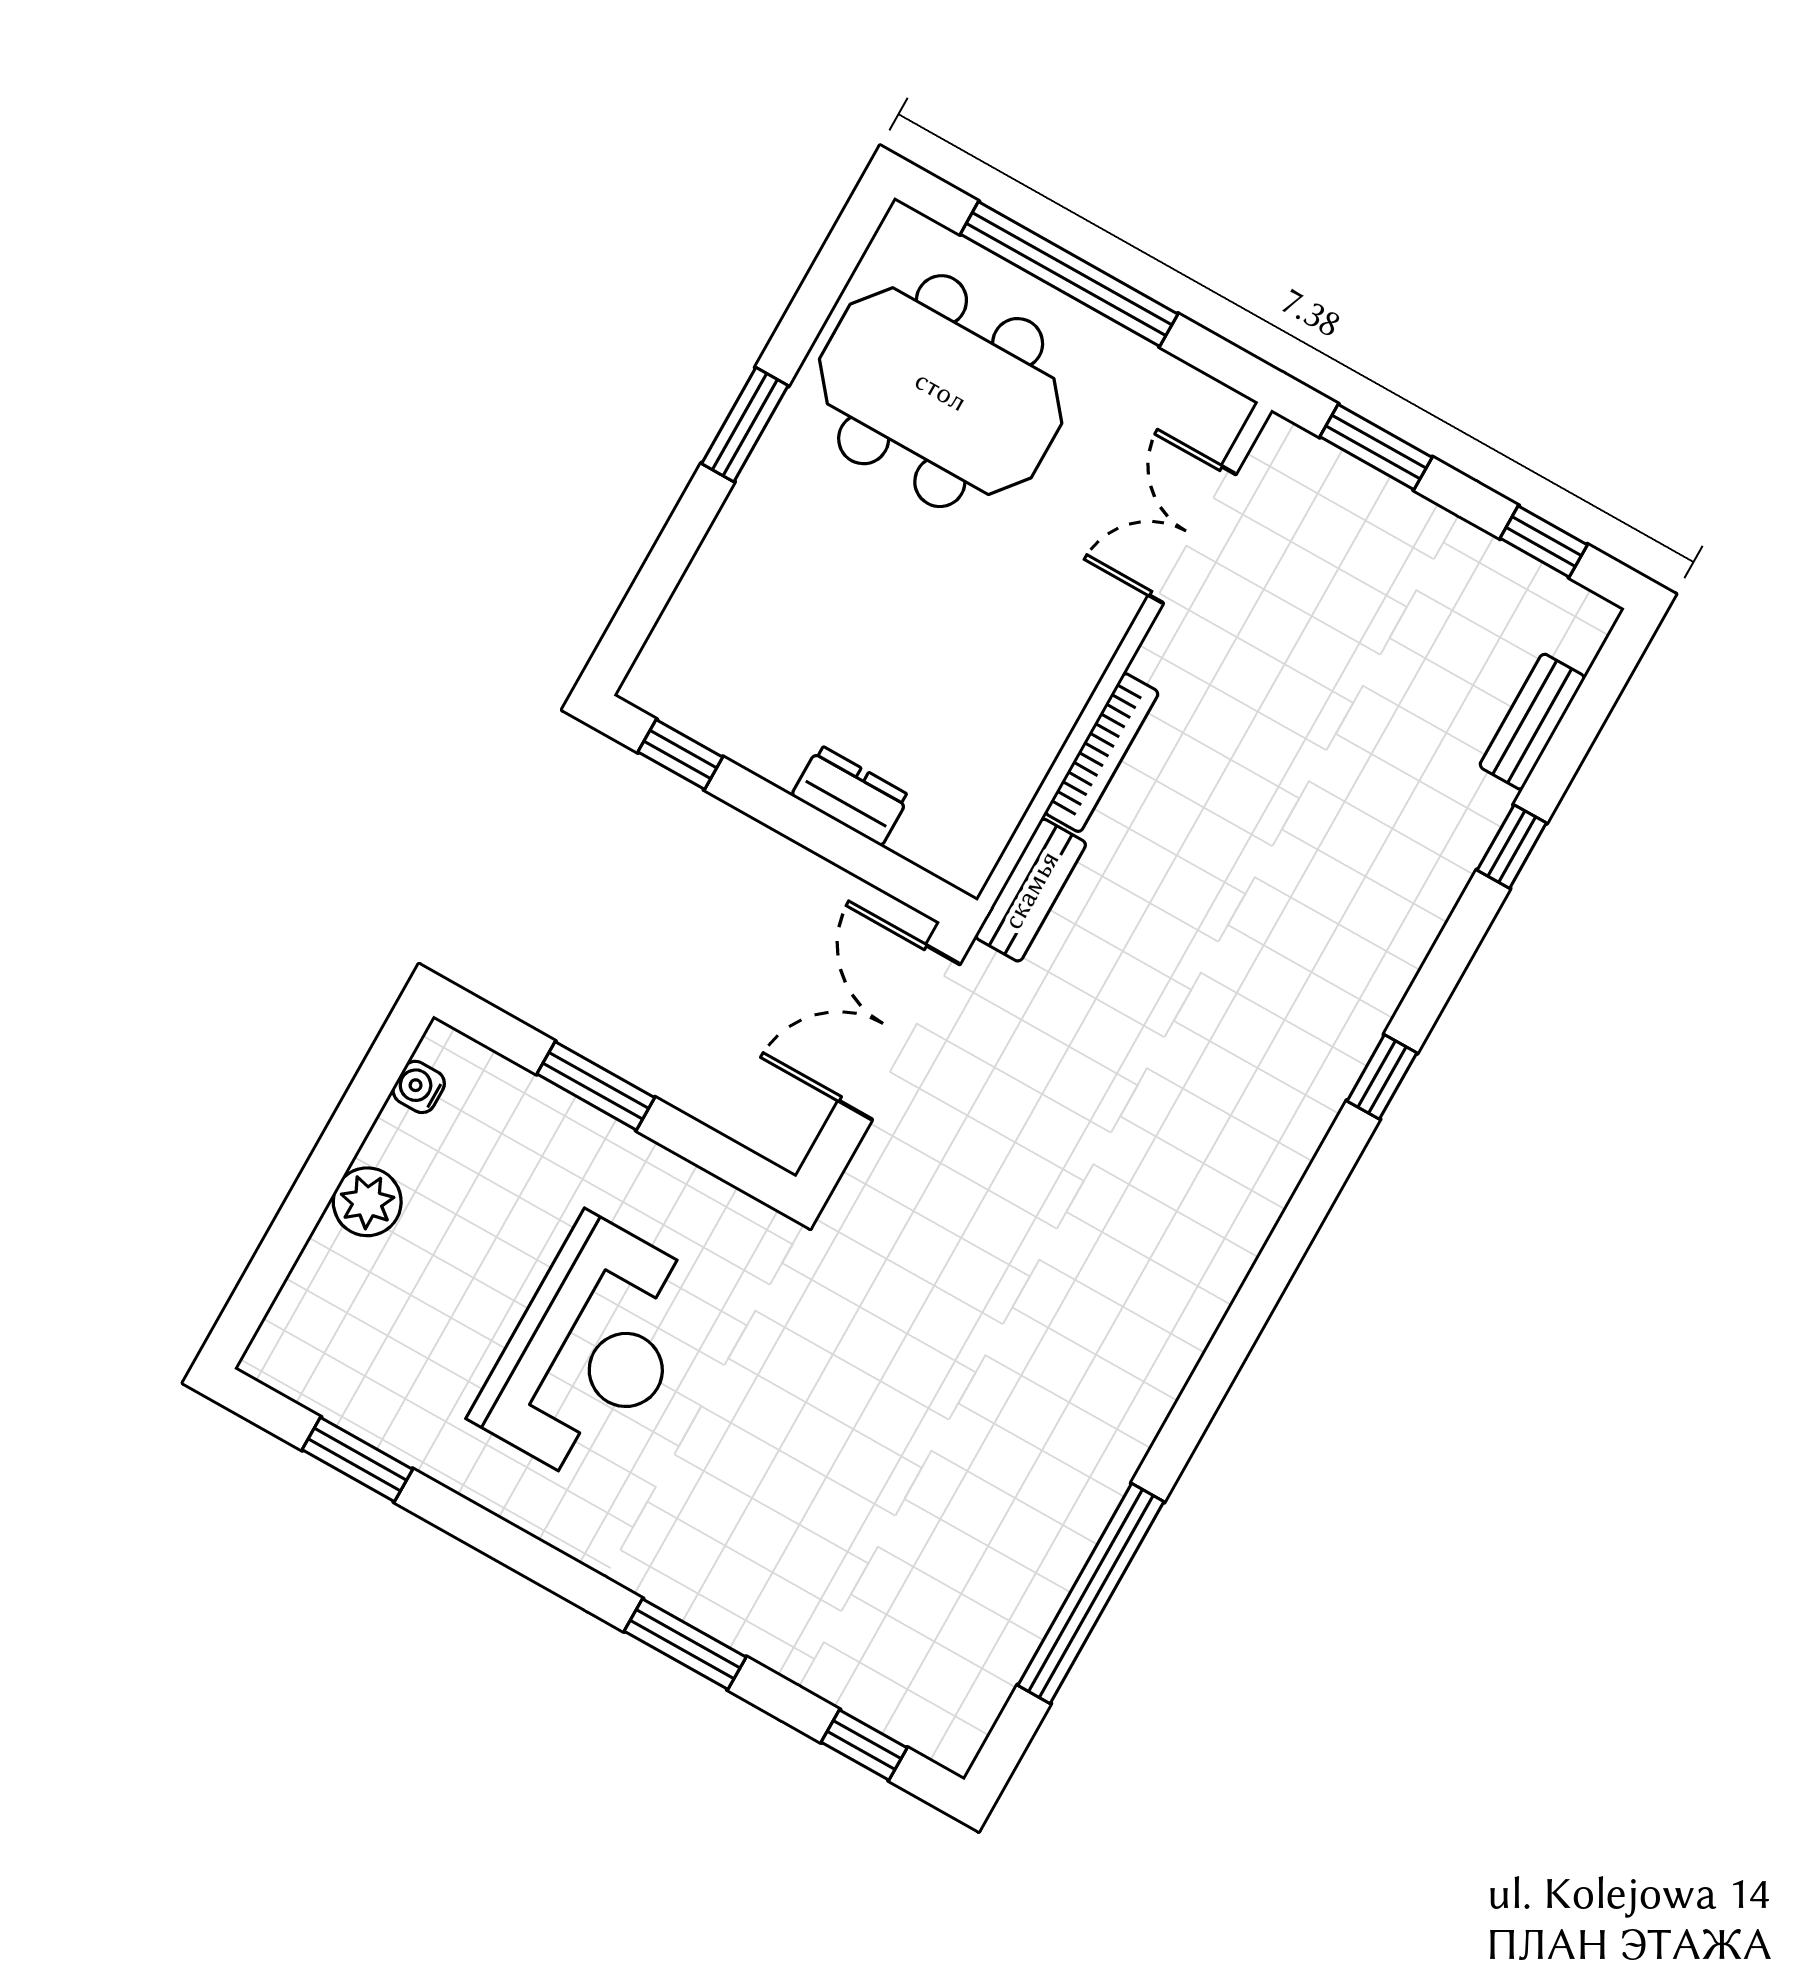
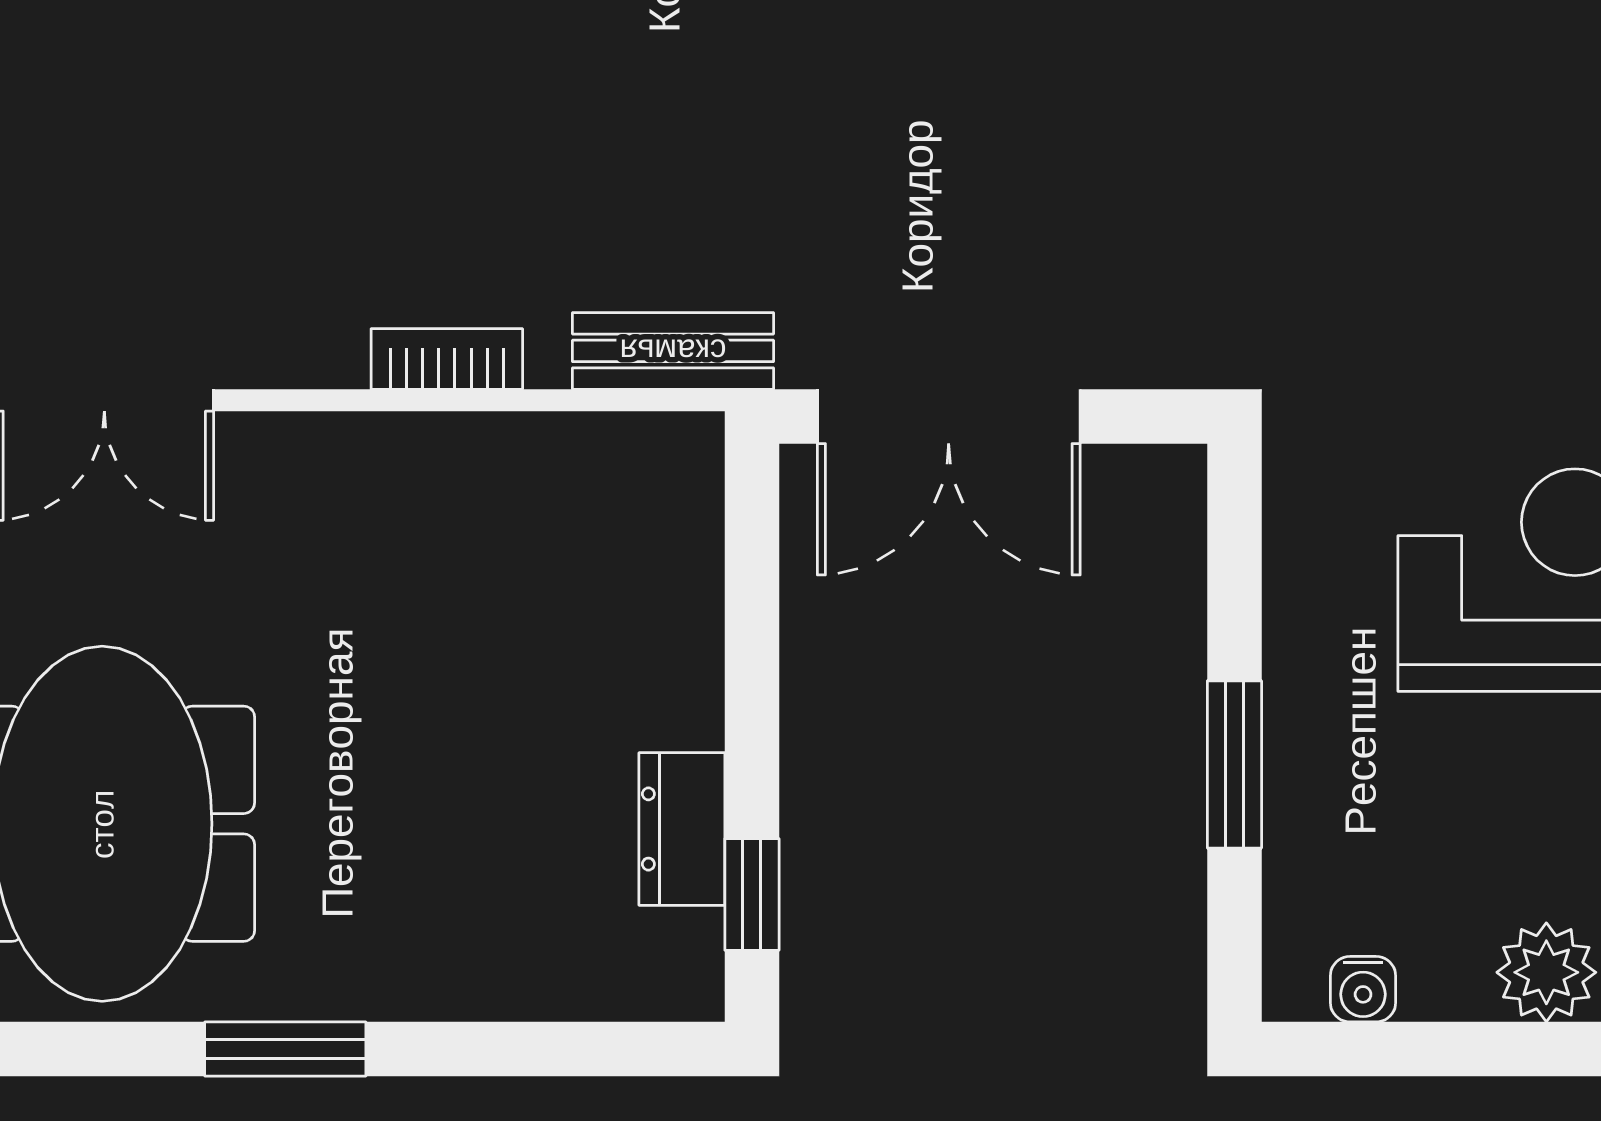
bookcase: (1102, 753) -> (447, 359), width x0.64
dresser: (851, 796) -> (682, 829), moved

